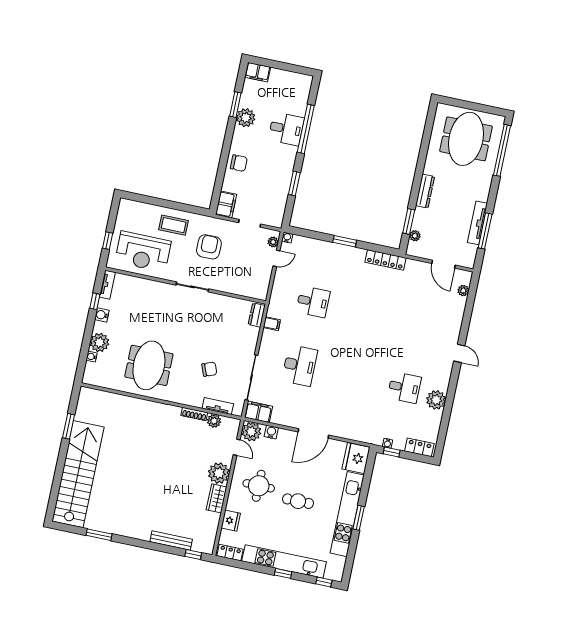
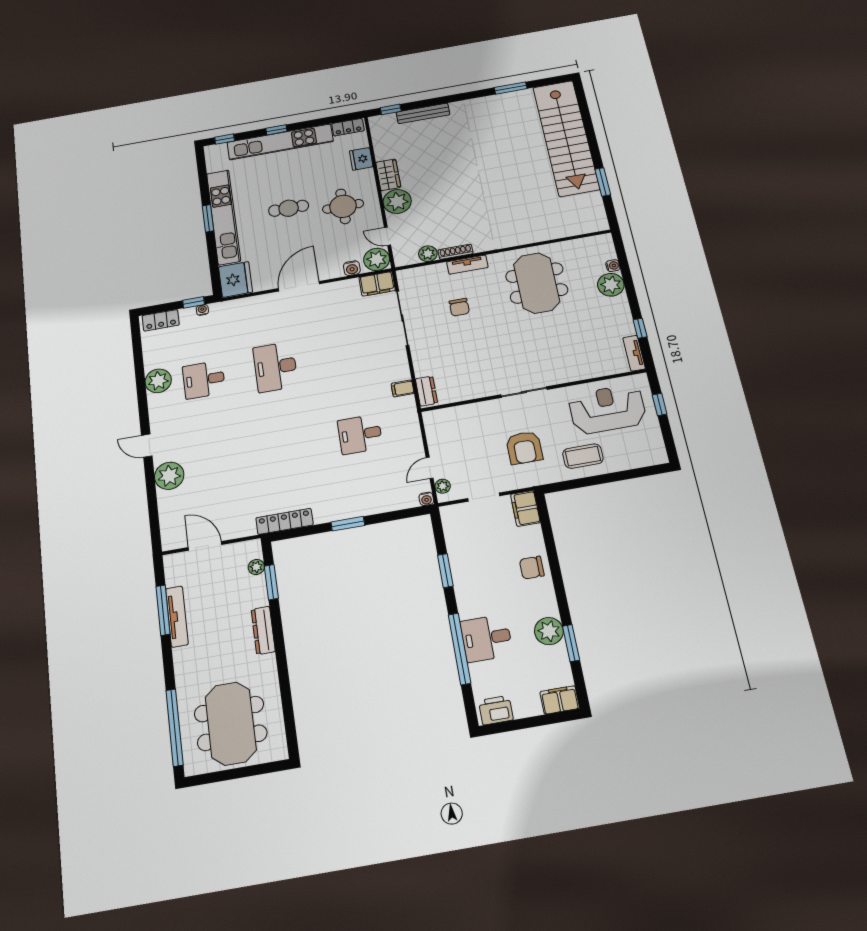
printer: (299, 82) -> (496, 710), added
plant: (463, 291) -> (169, 476), moved, width x1.88, depth x1.88
water cooler: (102, 315) -> (624, 316), removed
desk: (300, 365) -> (275, 367), moved
chair: (209, 369) -> (459, 307), turned -69
tv unit: (218, 406) -> (467, 265), moved

